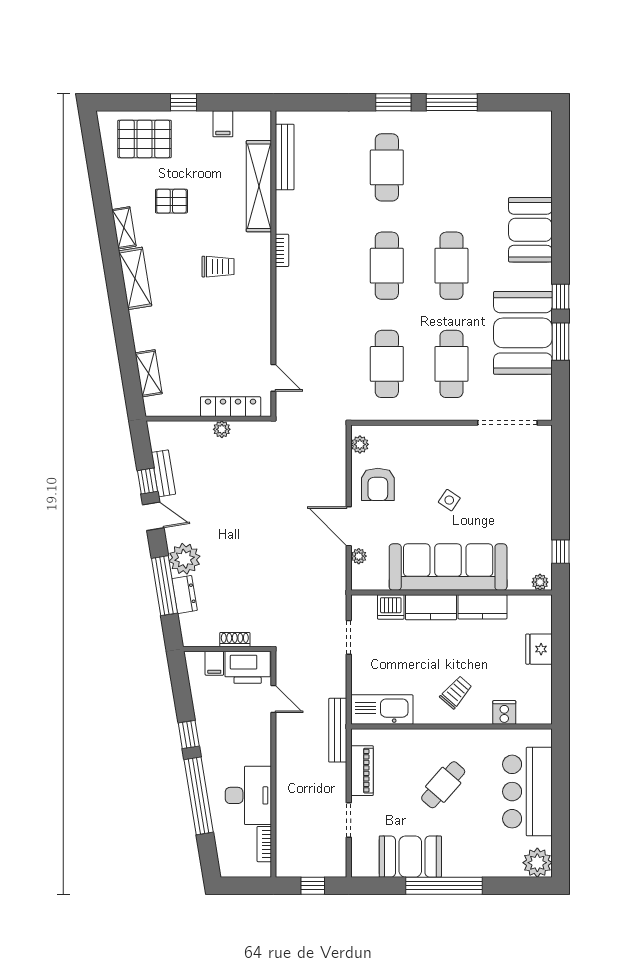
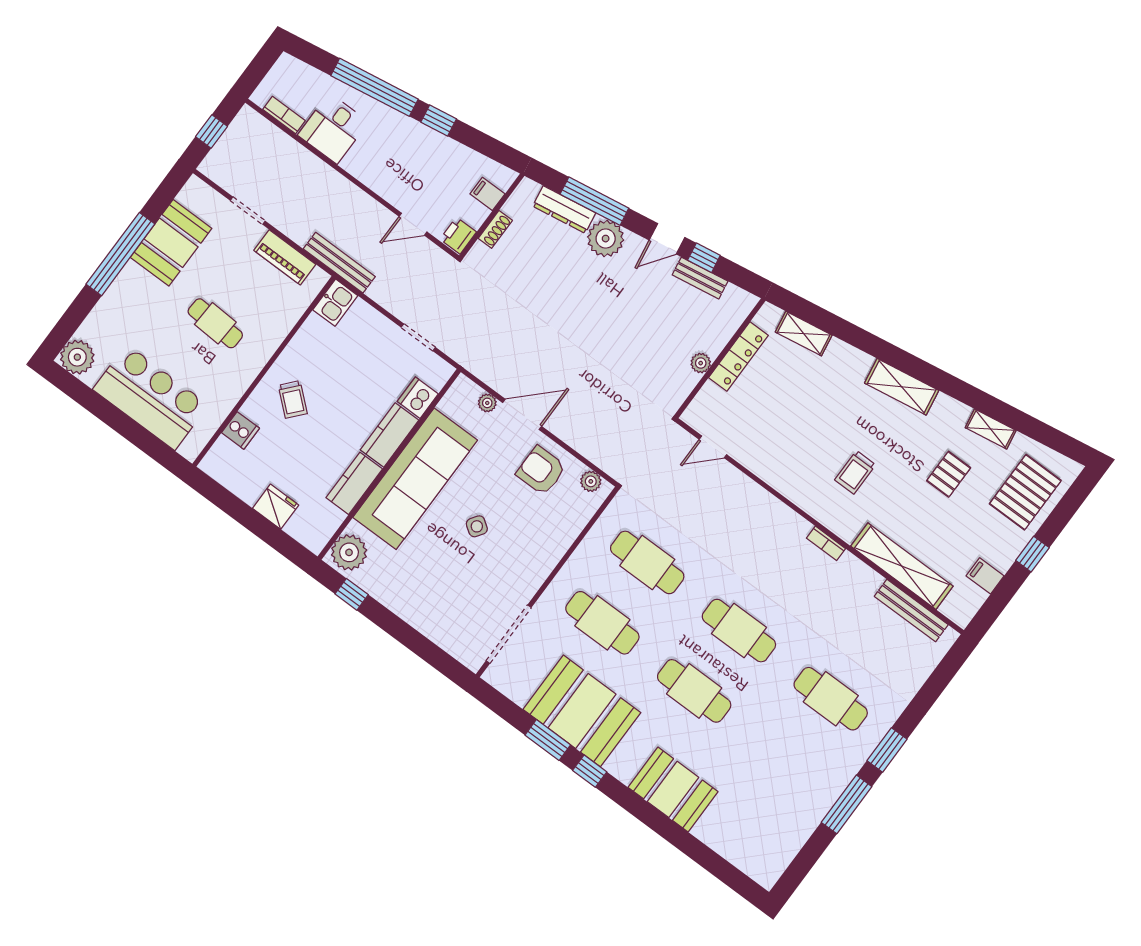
shelving: (124, 228) -> (991, 429), moved
locker: (231, 407) -> (738, 356), moved
plant: (540, 582) -> (349, 552), width x1.88, depth x1.88
dresser: (185, 595) -> (564, 210), width x1.44
printer: (248, 667) -> (458, 236), width x0.53, depth x0.68
kitchen sink: (382, 710) -> (335, 303), width x0.53, depth x0.81
cafe table: (443, 785) -> (215, 323), turned -38
desk: (248, 795) -> (333, 128), width x0.73

